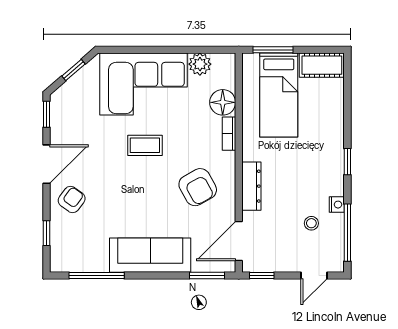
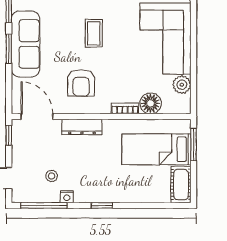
coffee table: (145, 145) -> (94, 33), moved
armchair: (198, 187) -> (81, 83), turned -61
window: (207, 275) -> (9, 49), moved

